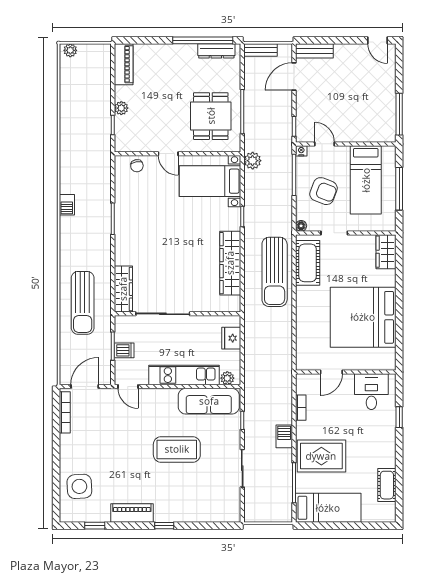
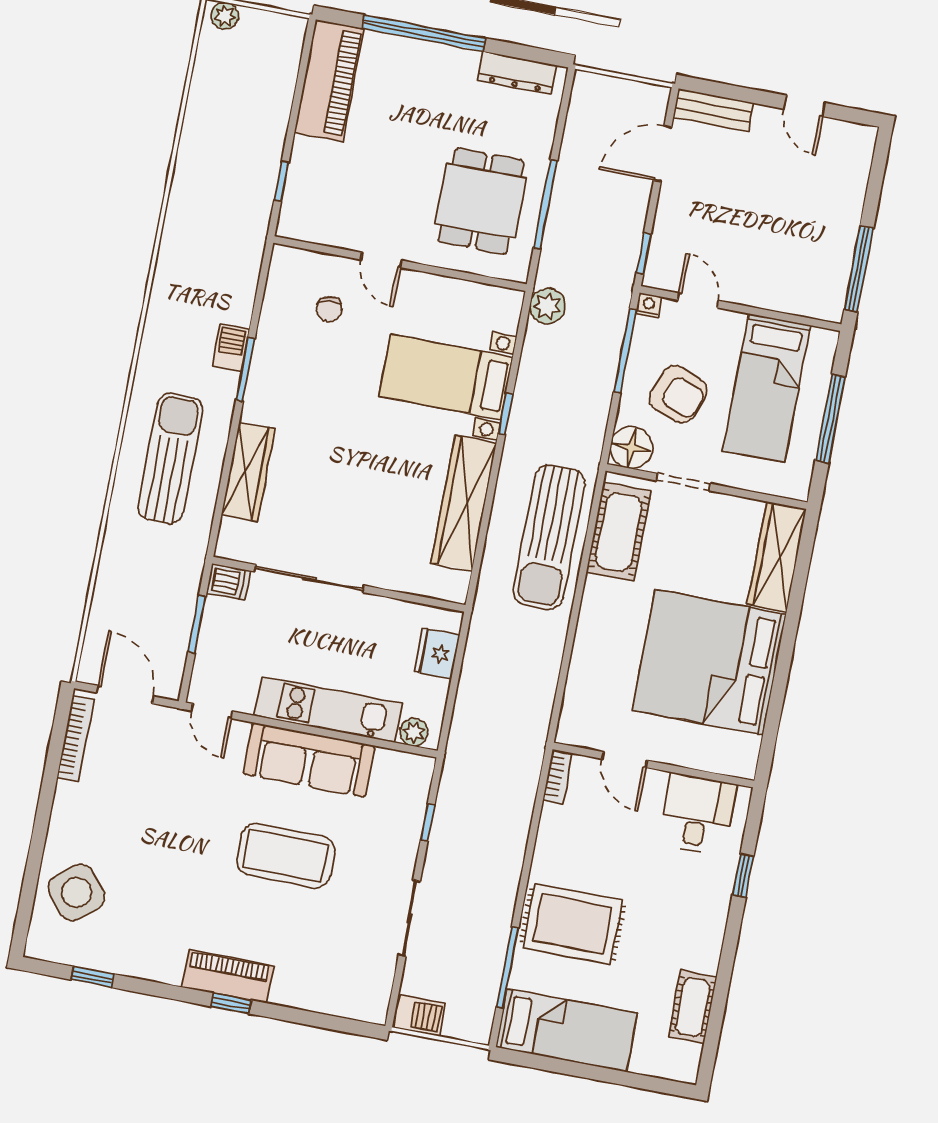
window: (203, 40) -> (424, 33), moved
door: (378, 40) -> (804, 106), moved
bench: (261, 50) -> (606, 88), removed
piano: (124, 64) -> (329, 80), width x1.37, depth x1.33
plant: (121, 108) -> (305, 151), removed
chair: (137, 166) -> (329, 309), moved
bed with nightstands: (210, 181) -> (446, 377), moved
barbecue: (67, 205) -> (231, 348), moved, turned 180
floor lamp: (301, 226) -> (631, 447), width x1.89, depth x1.89
wardrobe: (386, 252) -> (777, 557), width x1.50
wardrobe: (123, 289) -> (248, 472), moved
sun lounger: (83, 303) -> (170, 458), moved, turned 180
dishwasher: (124, 350) -> (228, 582), moved
door: (331, 372) -> (625, 760), hinge flipped
door: (85, 387) -> (125, 695), hinge flipped
sofa: (209, 401) -> (309, 760), moved
bookcase: (301, 408) -> (558, 777), moved
barbecue: (284, 436) -> (419, 1016), moved, turned 90
side table: (79, 486) -> (76, 892), turned -37
piano: (132, 513) -> (228, 976), moved

